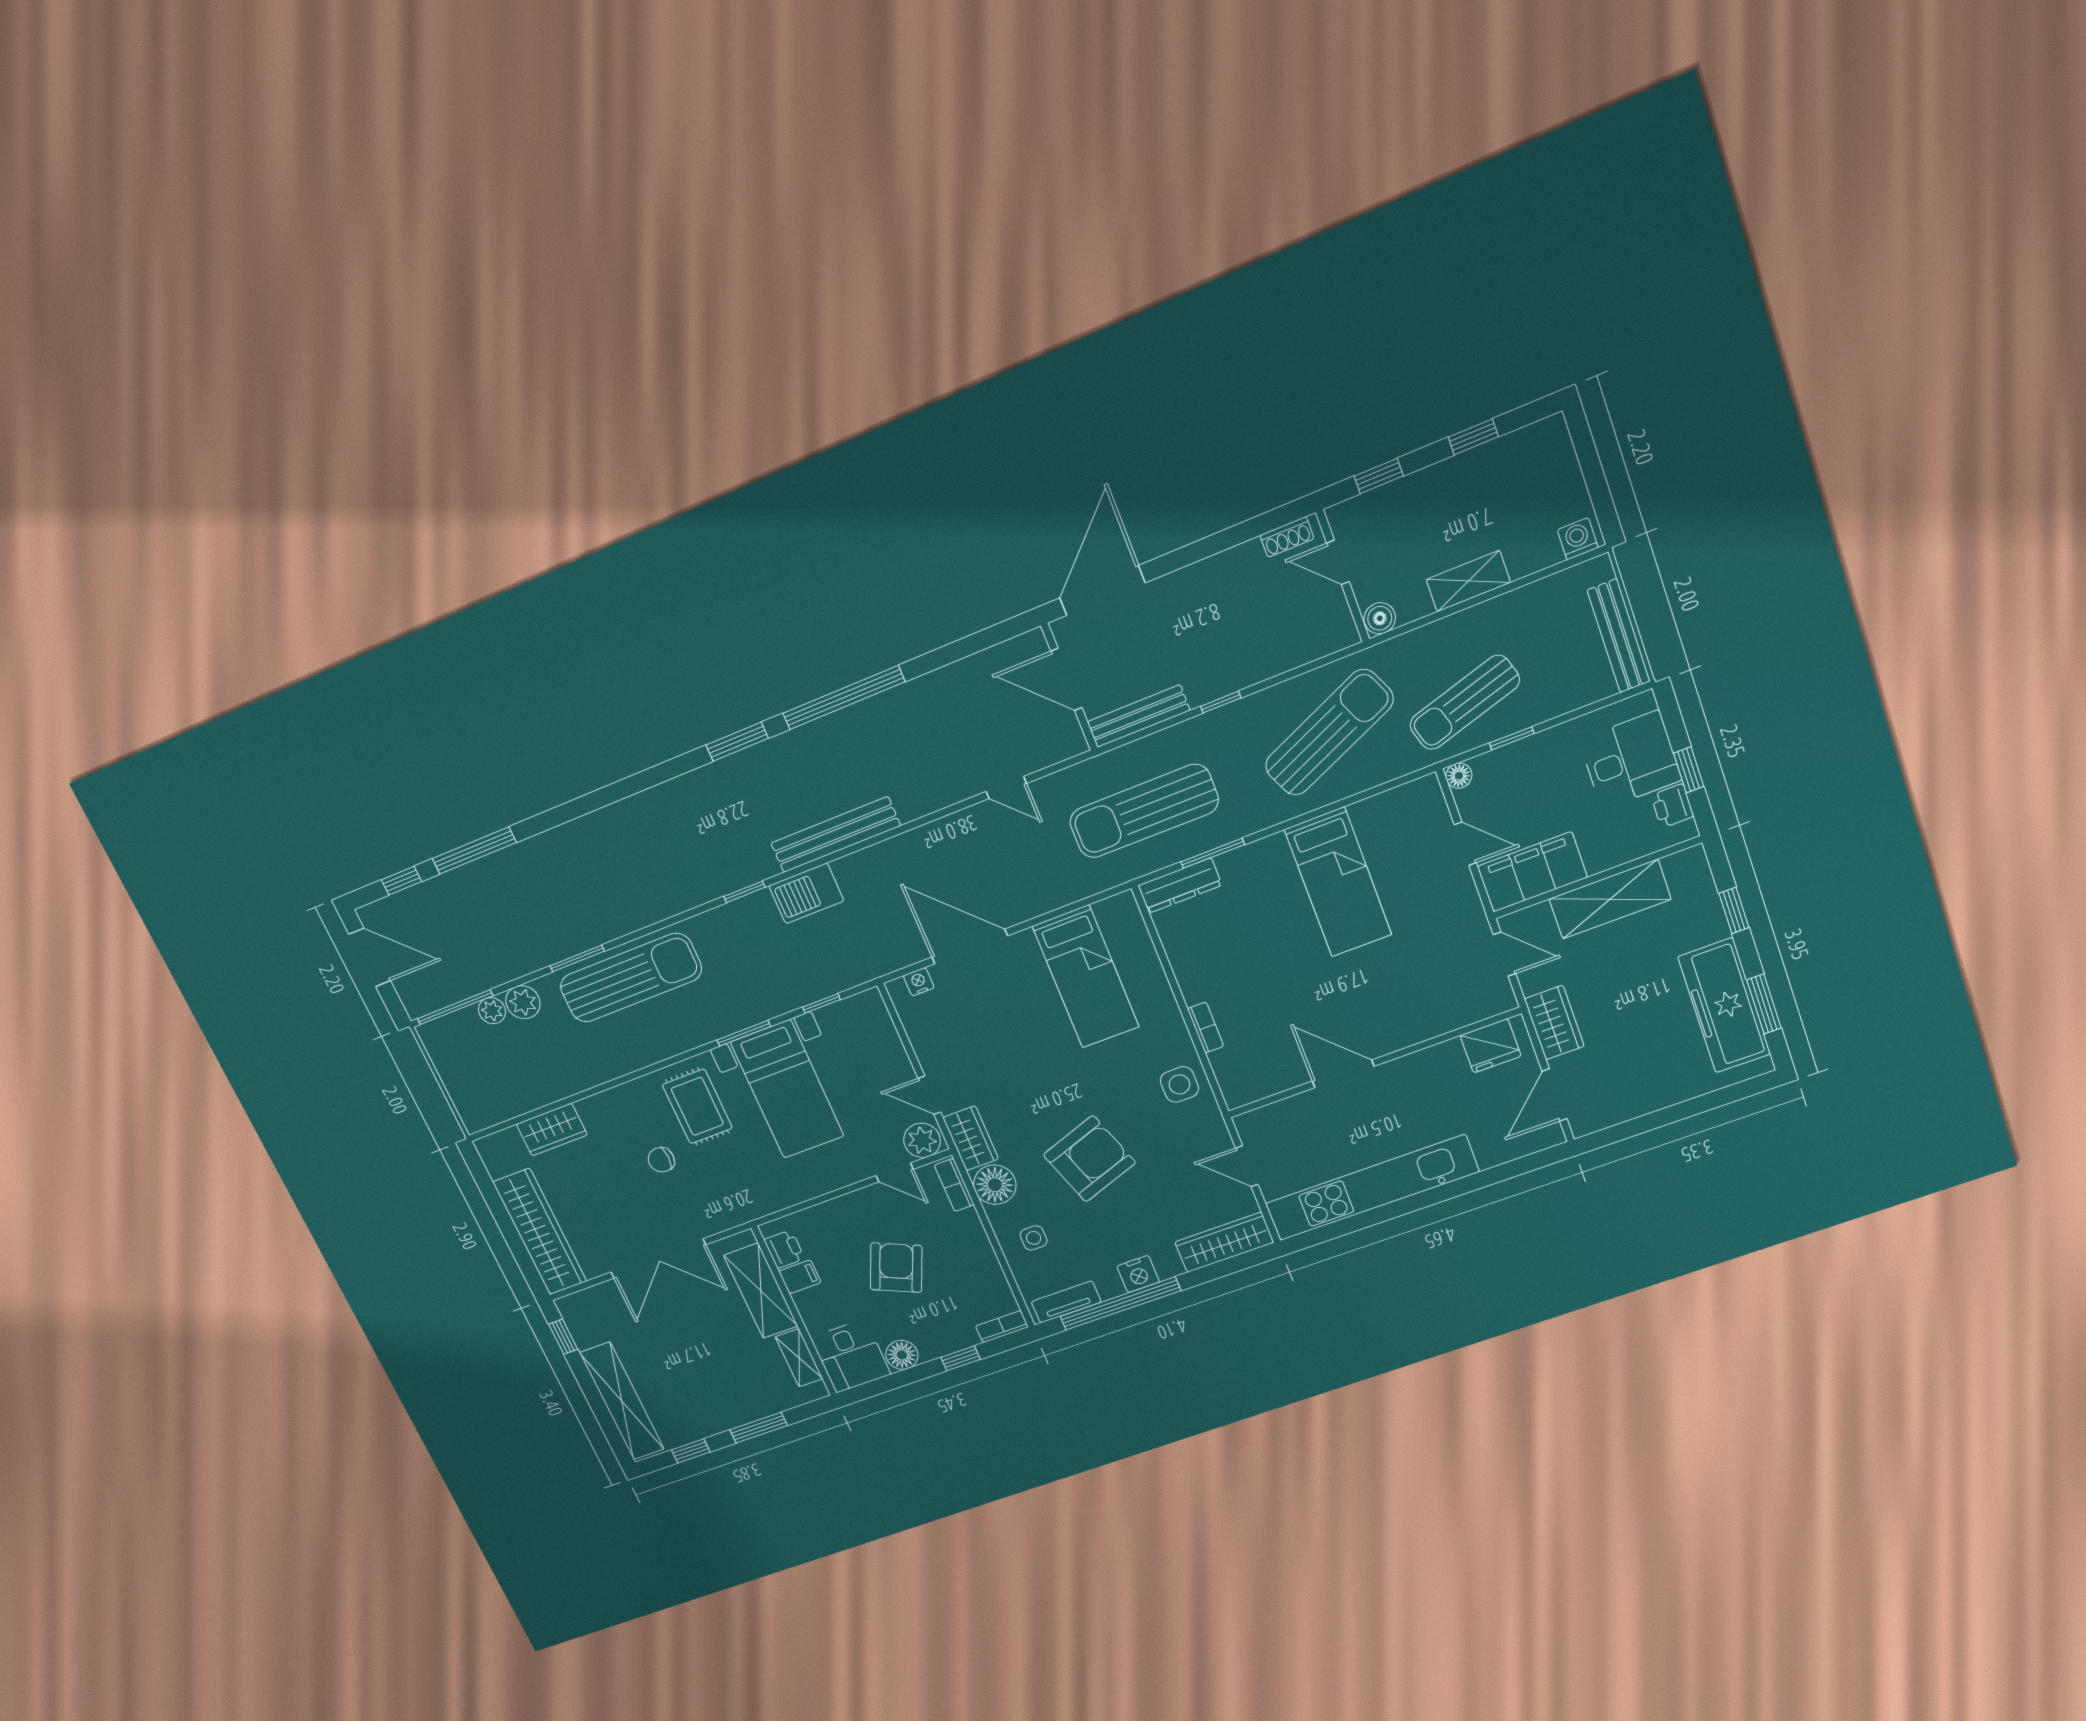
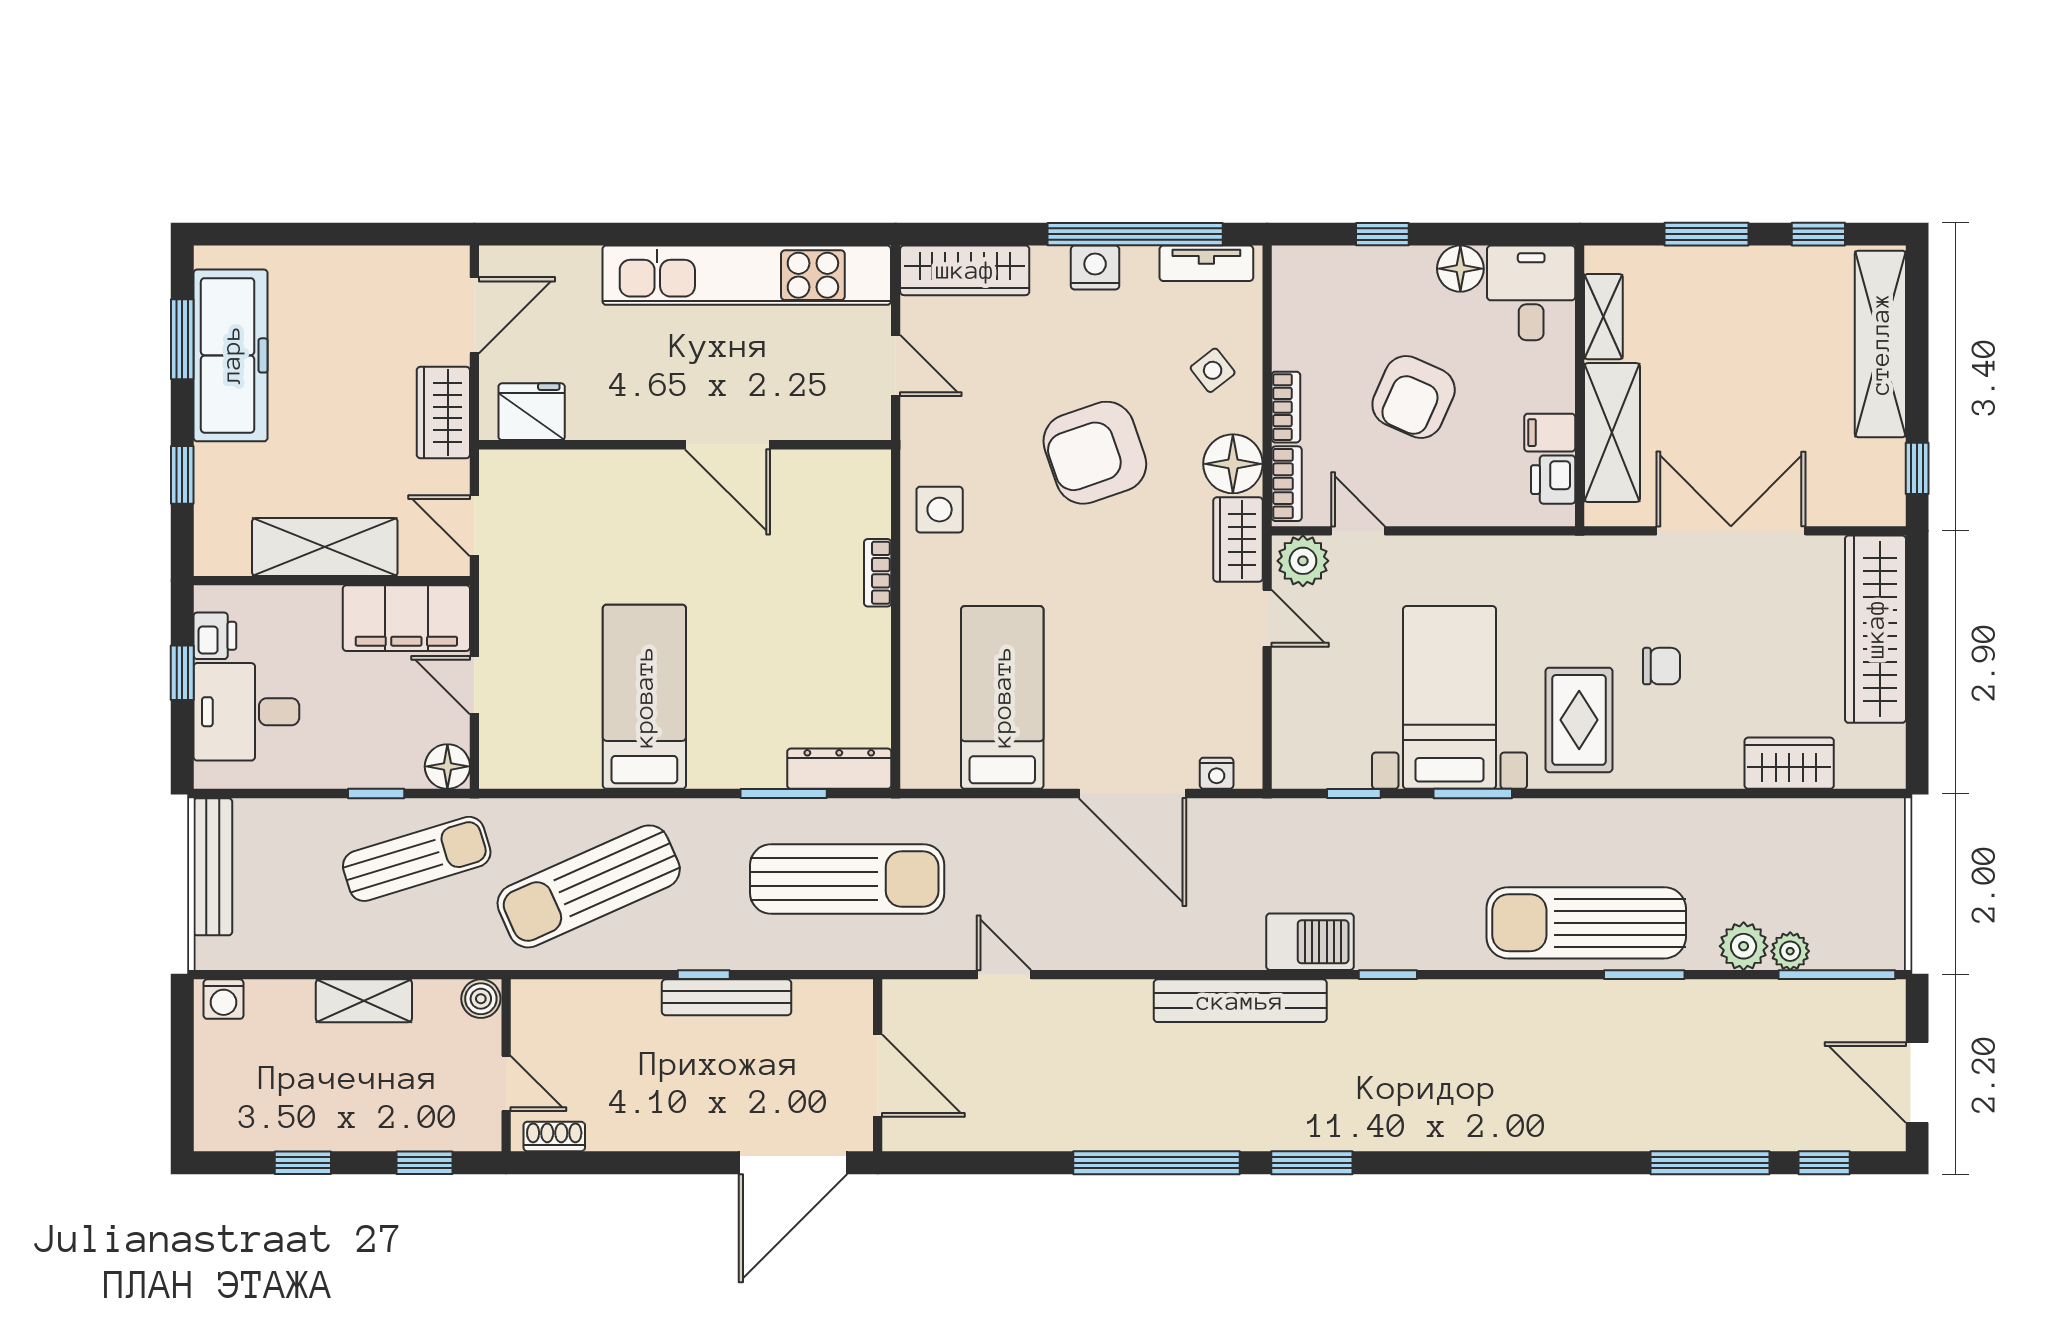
bench: (1139, 716) -> (727, 997), moved
floor lamp: (1459, 776) -> (447, 766), width x1.37, depth x1.37
side table: (1034, 1238) -> (1213, 370), turned -38
bookcase: (1002, 1327) -> (1286, 407), moved, turned -90

